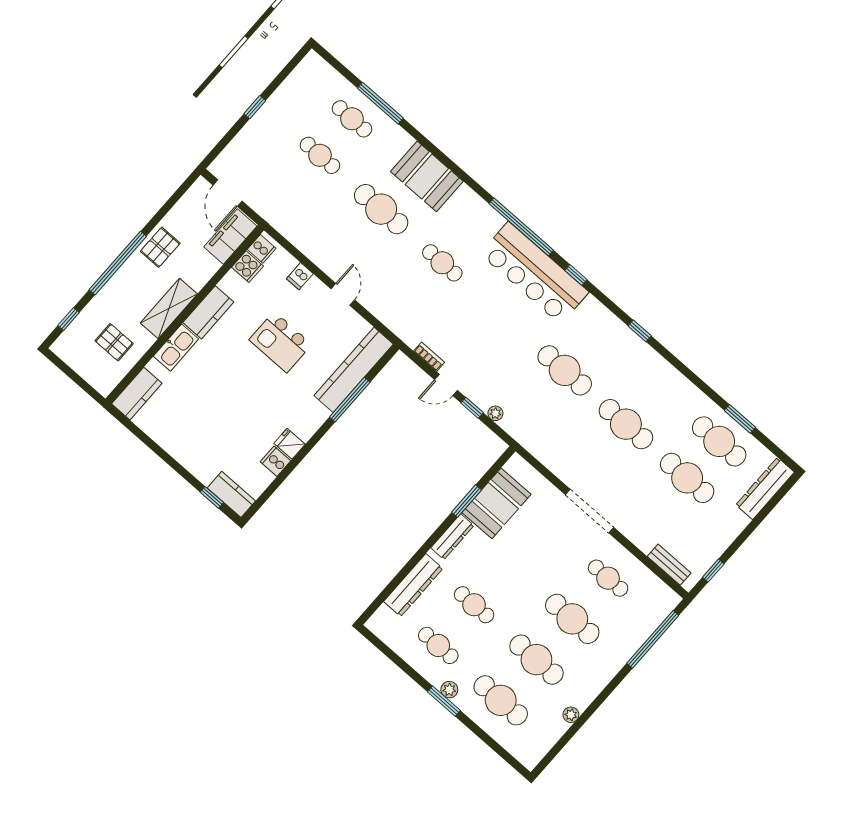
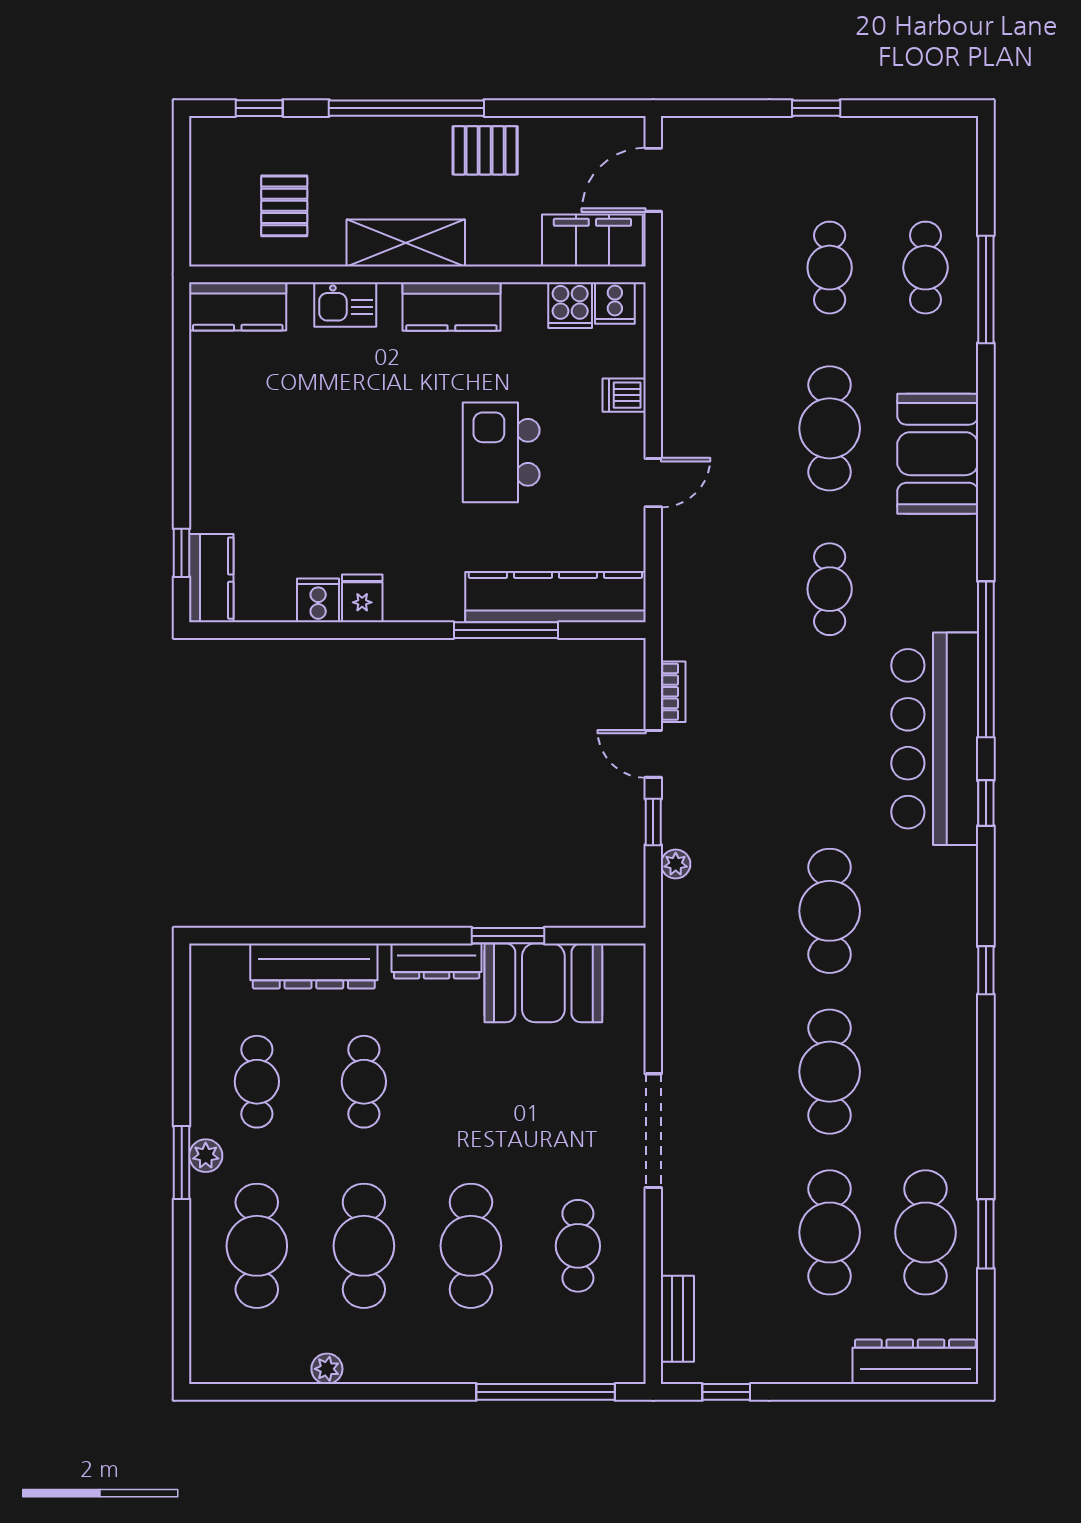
kitchen sink: (176, 348) -> (345, 305), width x0.73

